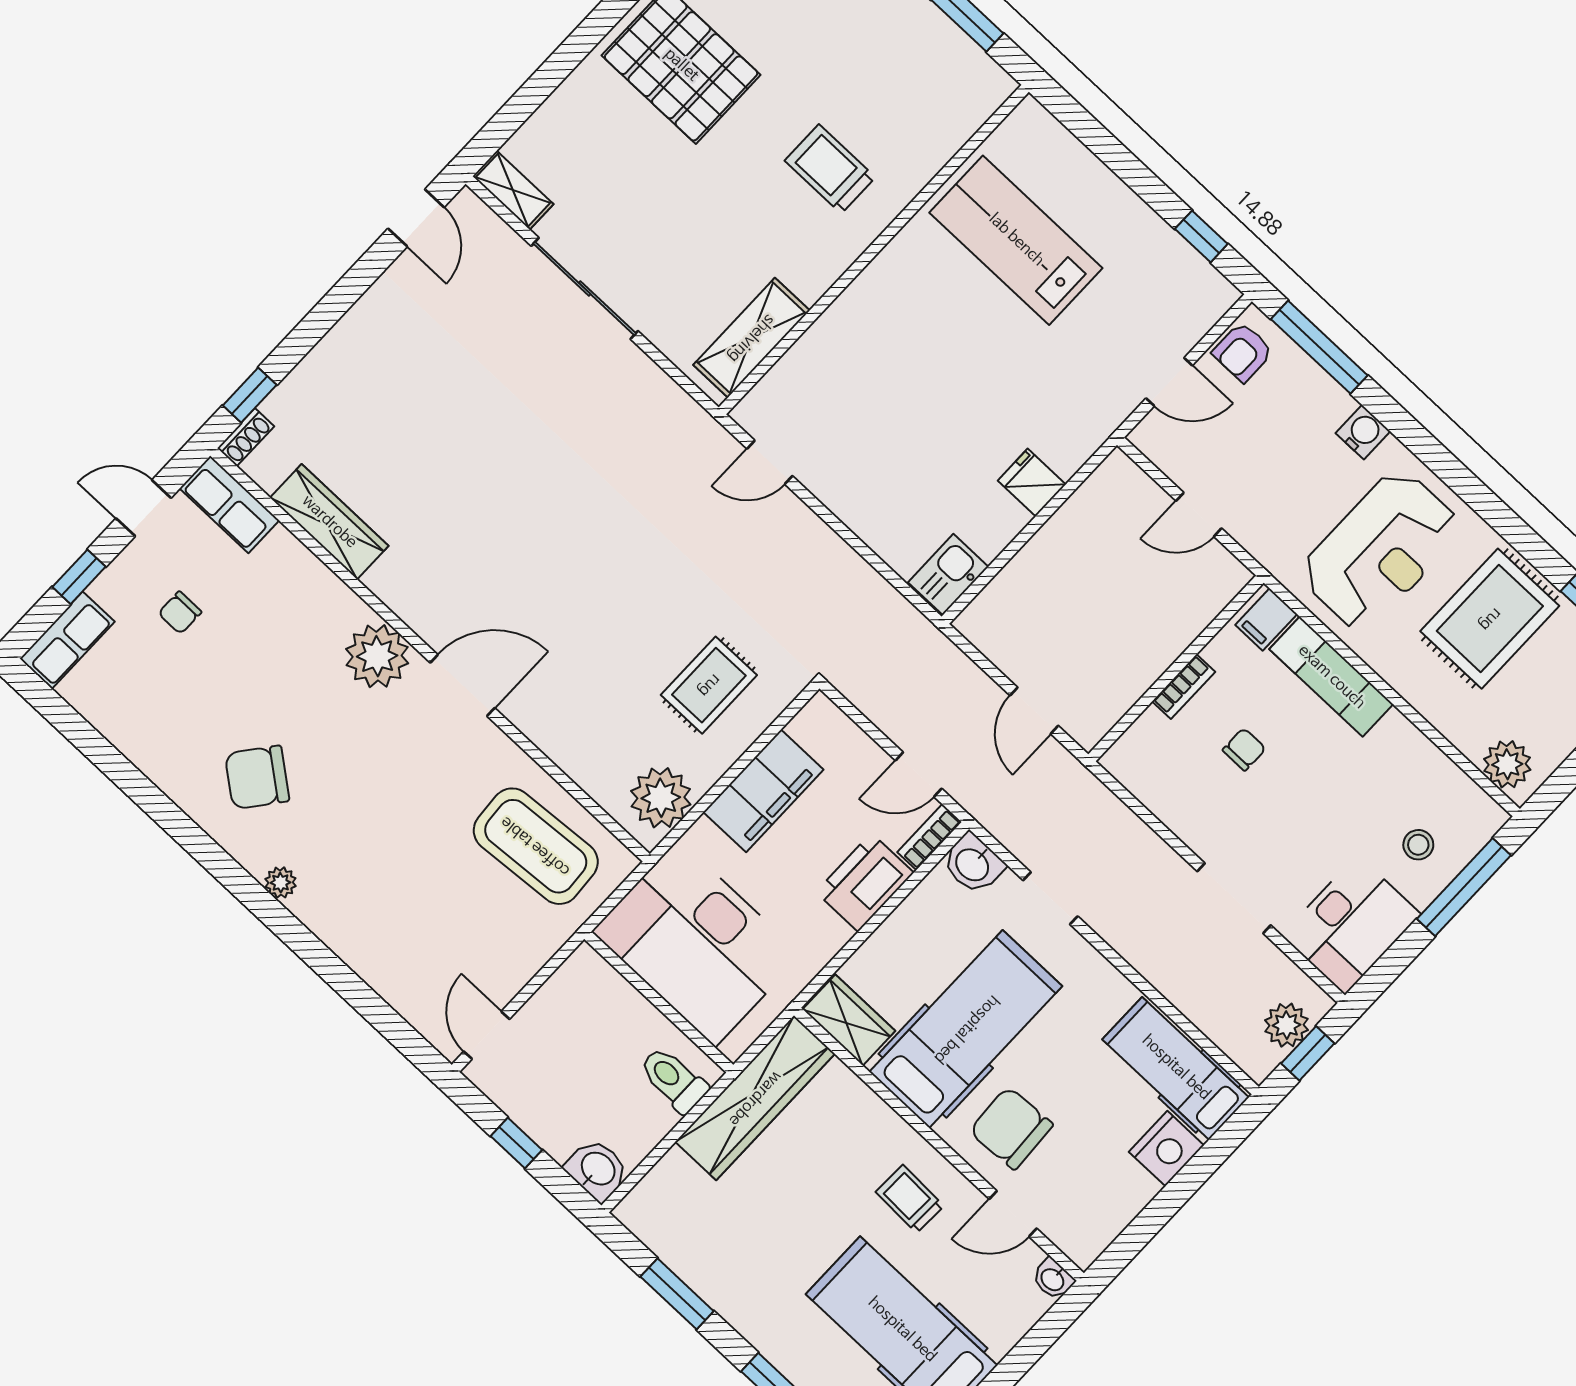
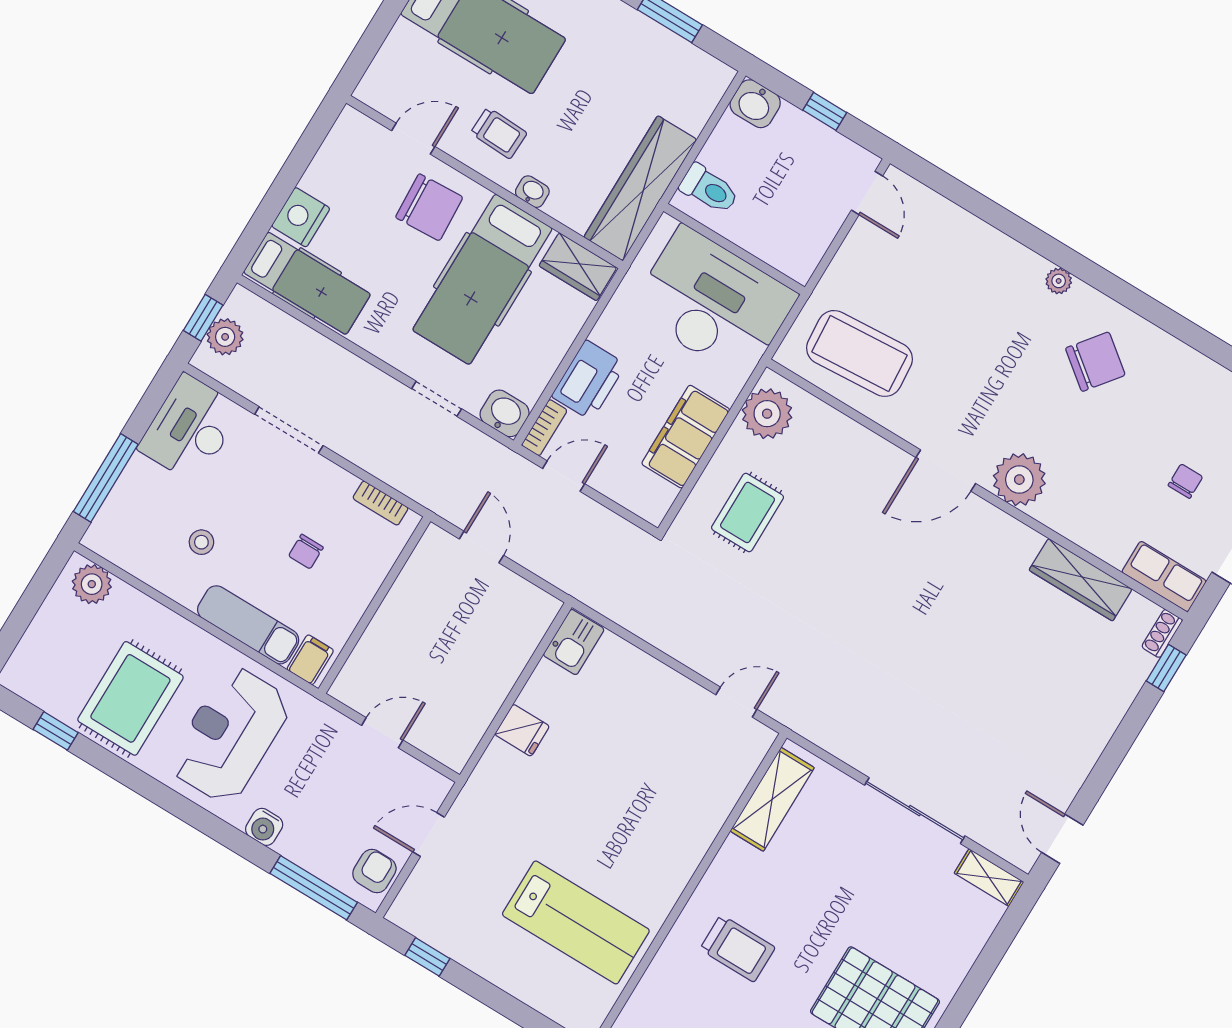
bookcase: (1184, 687) -> (380, 503), moved, turned -90
stool: (1418, 845) -> (201, 542), moved
washbasin: (1053, 1279) -> (532, 192), moved

